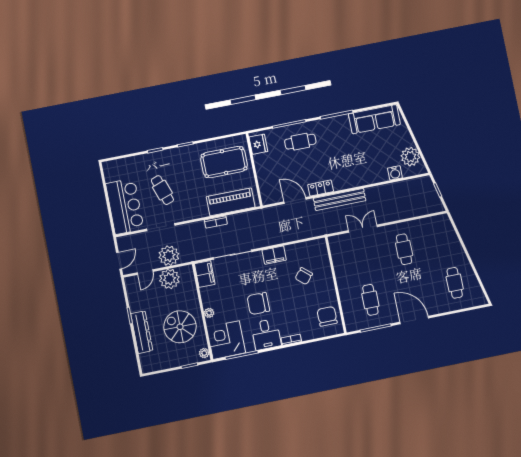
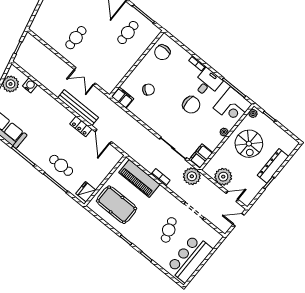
bar counter: (125, 206) -> (190, 258), moved
filing cabinet: (274, 255) -> (123, 98), moved
plant: (169, 256) -> (192, 176), moved

